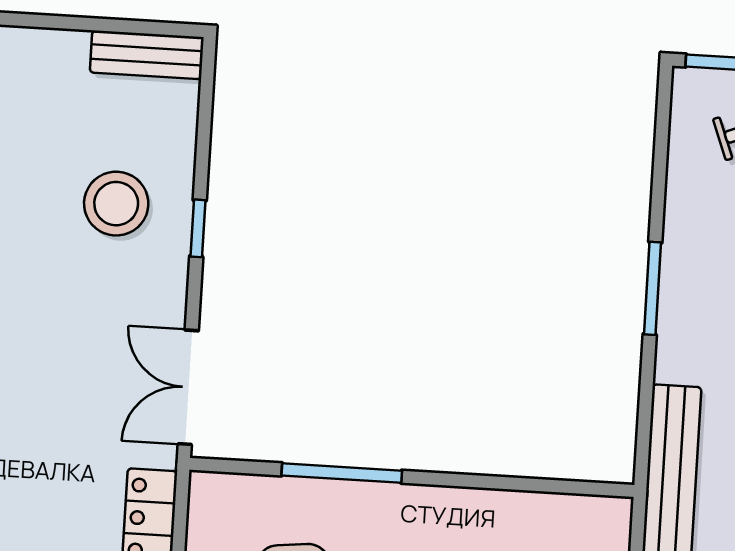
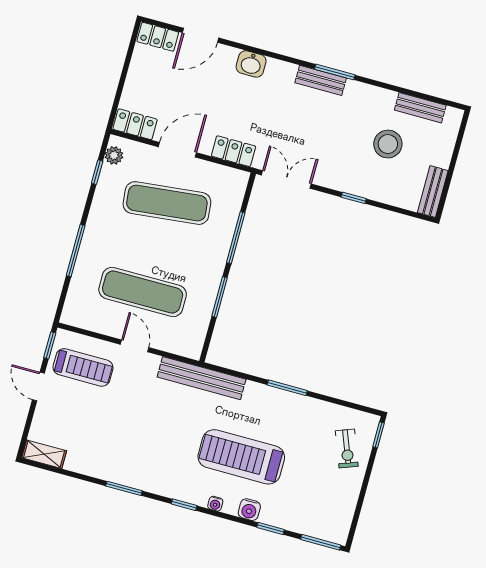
stool: (116, 204) -> (388, 144), moved
window: (482, 482) -> (219, 297), added

